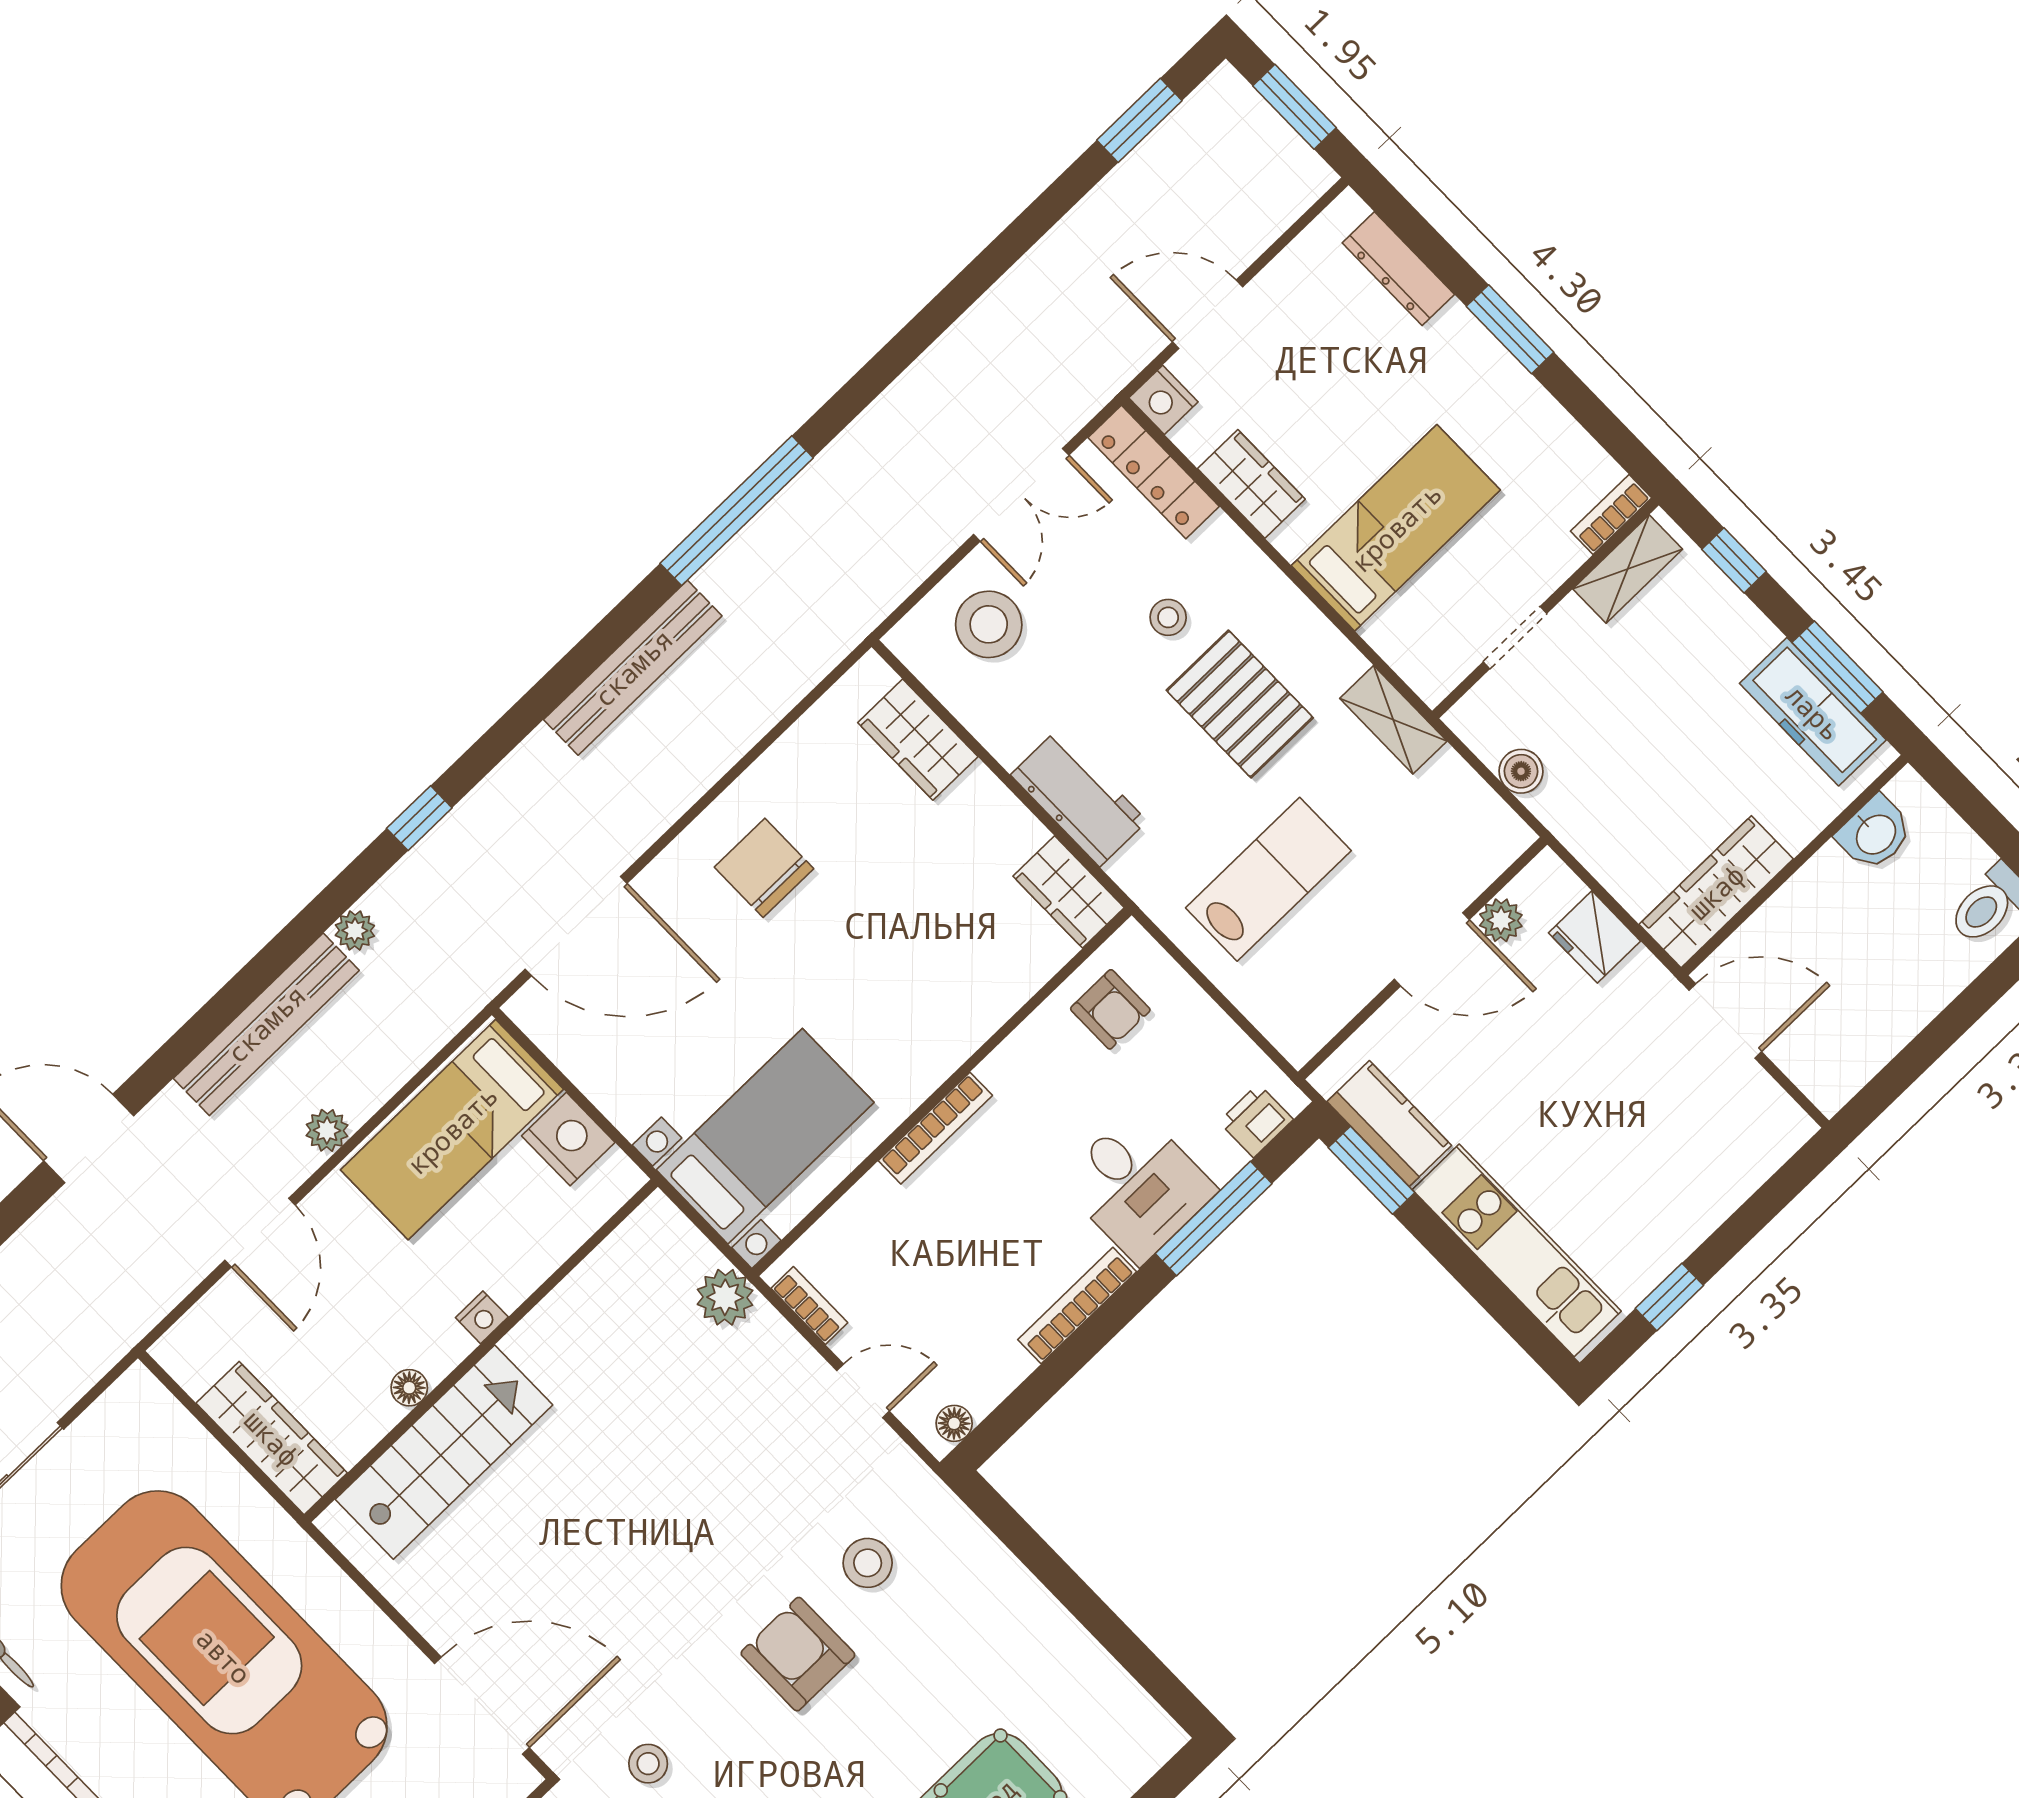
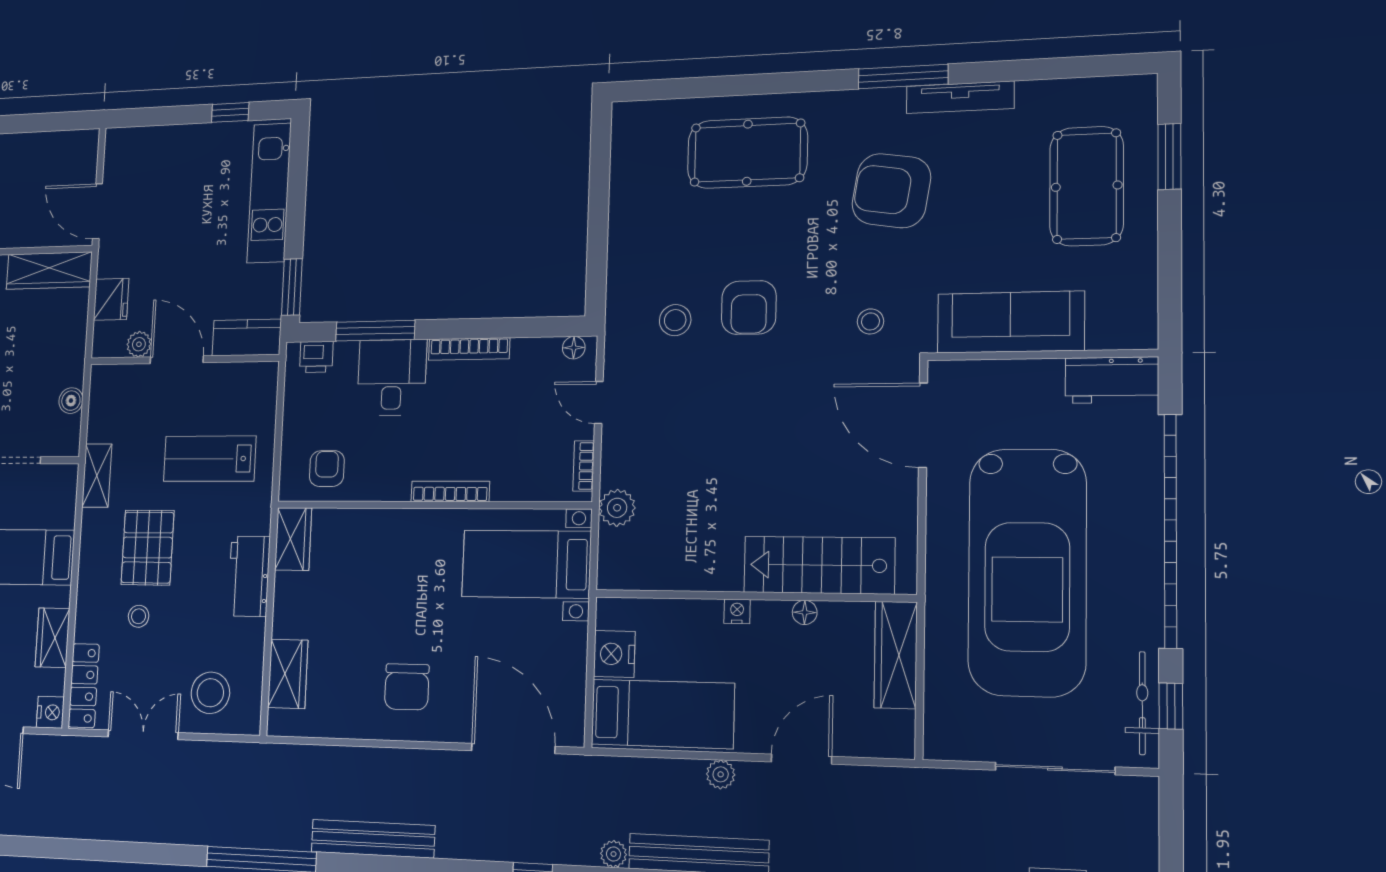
kitchen counter: (1389, 1124) -> (247, 337), moved, turned 90

